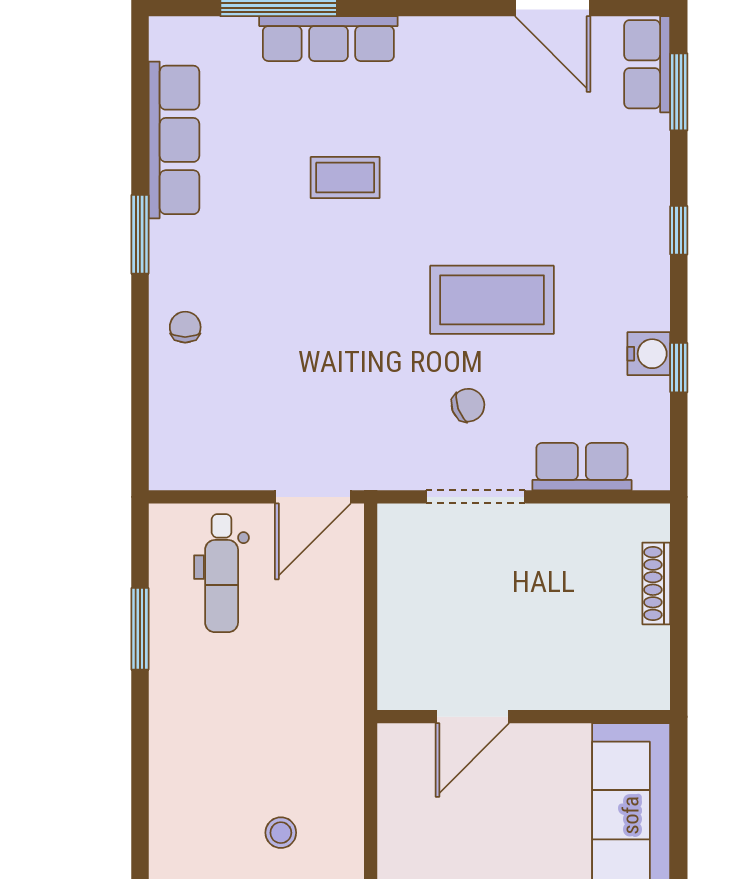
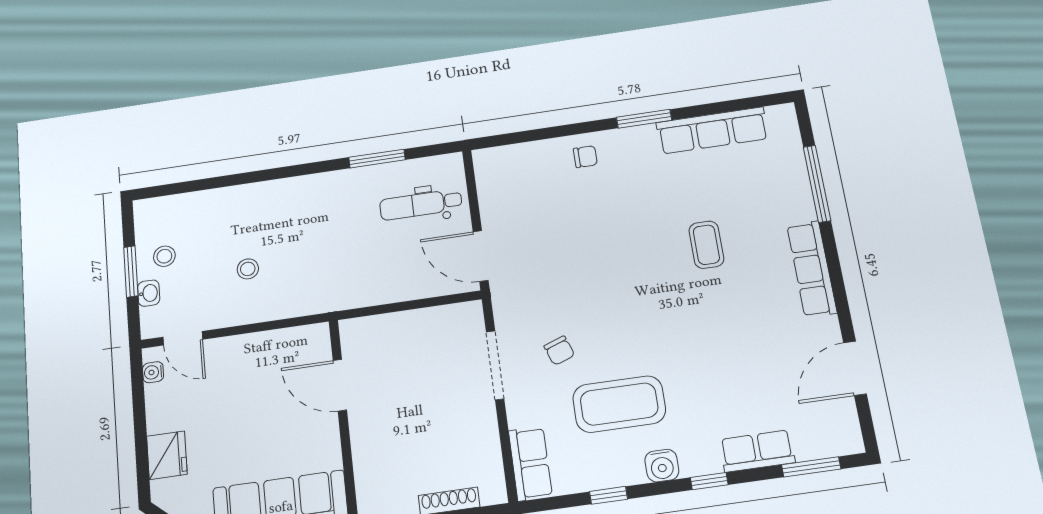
row of seats: (328, 39) -> (812, 269), moved
row of seats: (647, 64) -> (757, 451), moved
coffee table: (492, 300) -> (619, 404), moved, turned 90
water cooler: (649, 354) -> (662, 466), moved
row of seats: (582, 467) -> (530, 464), moved

